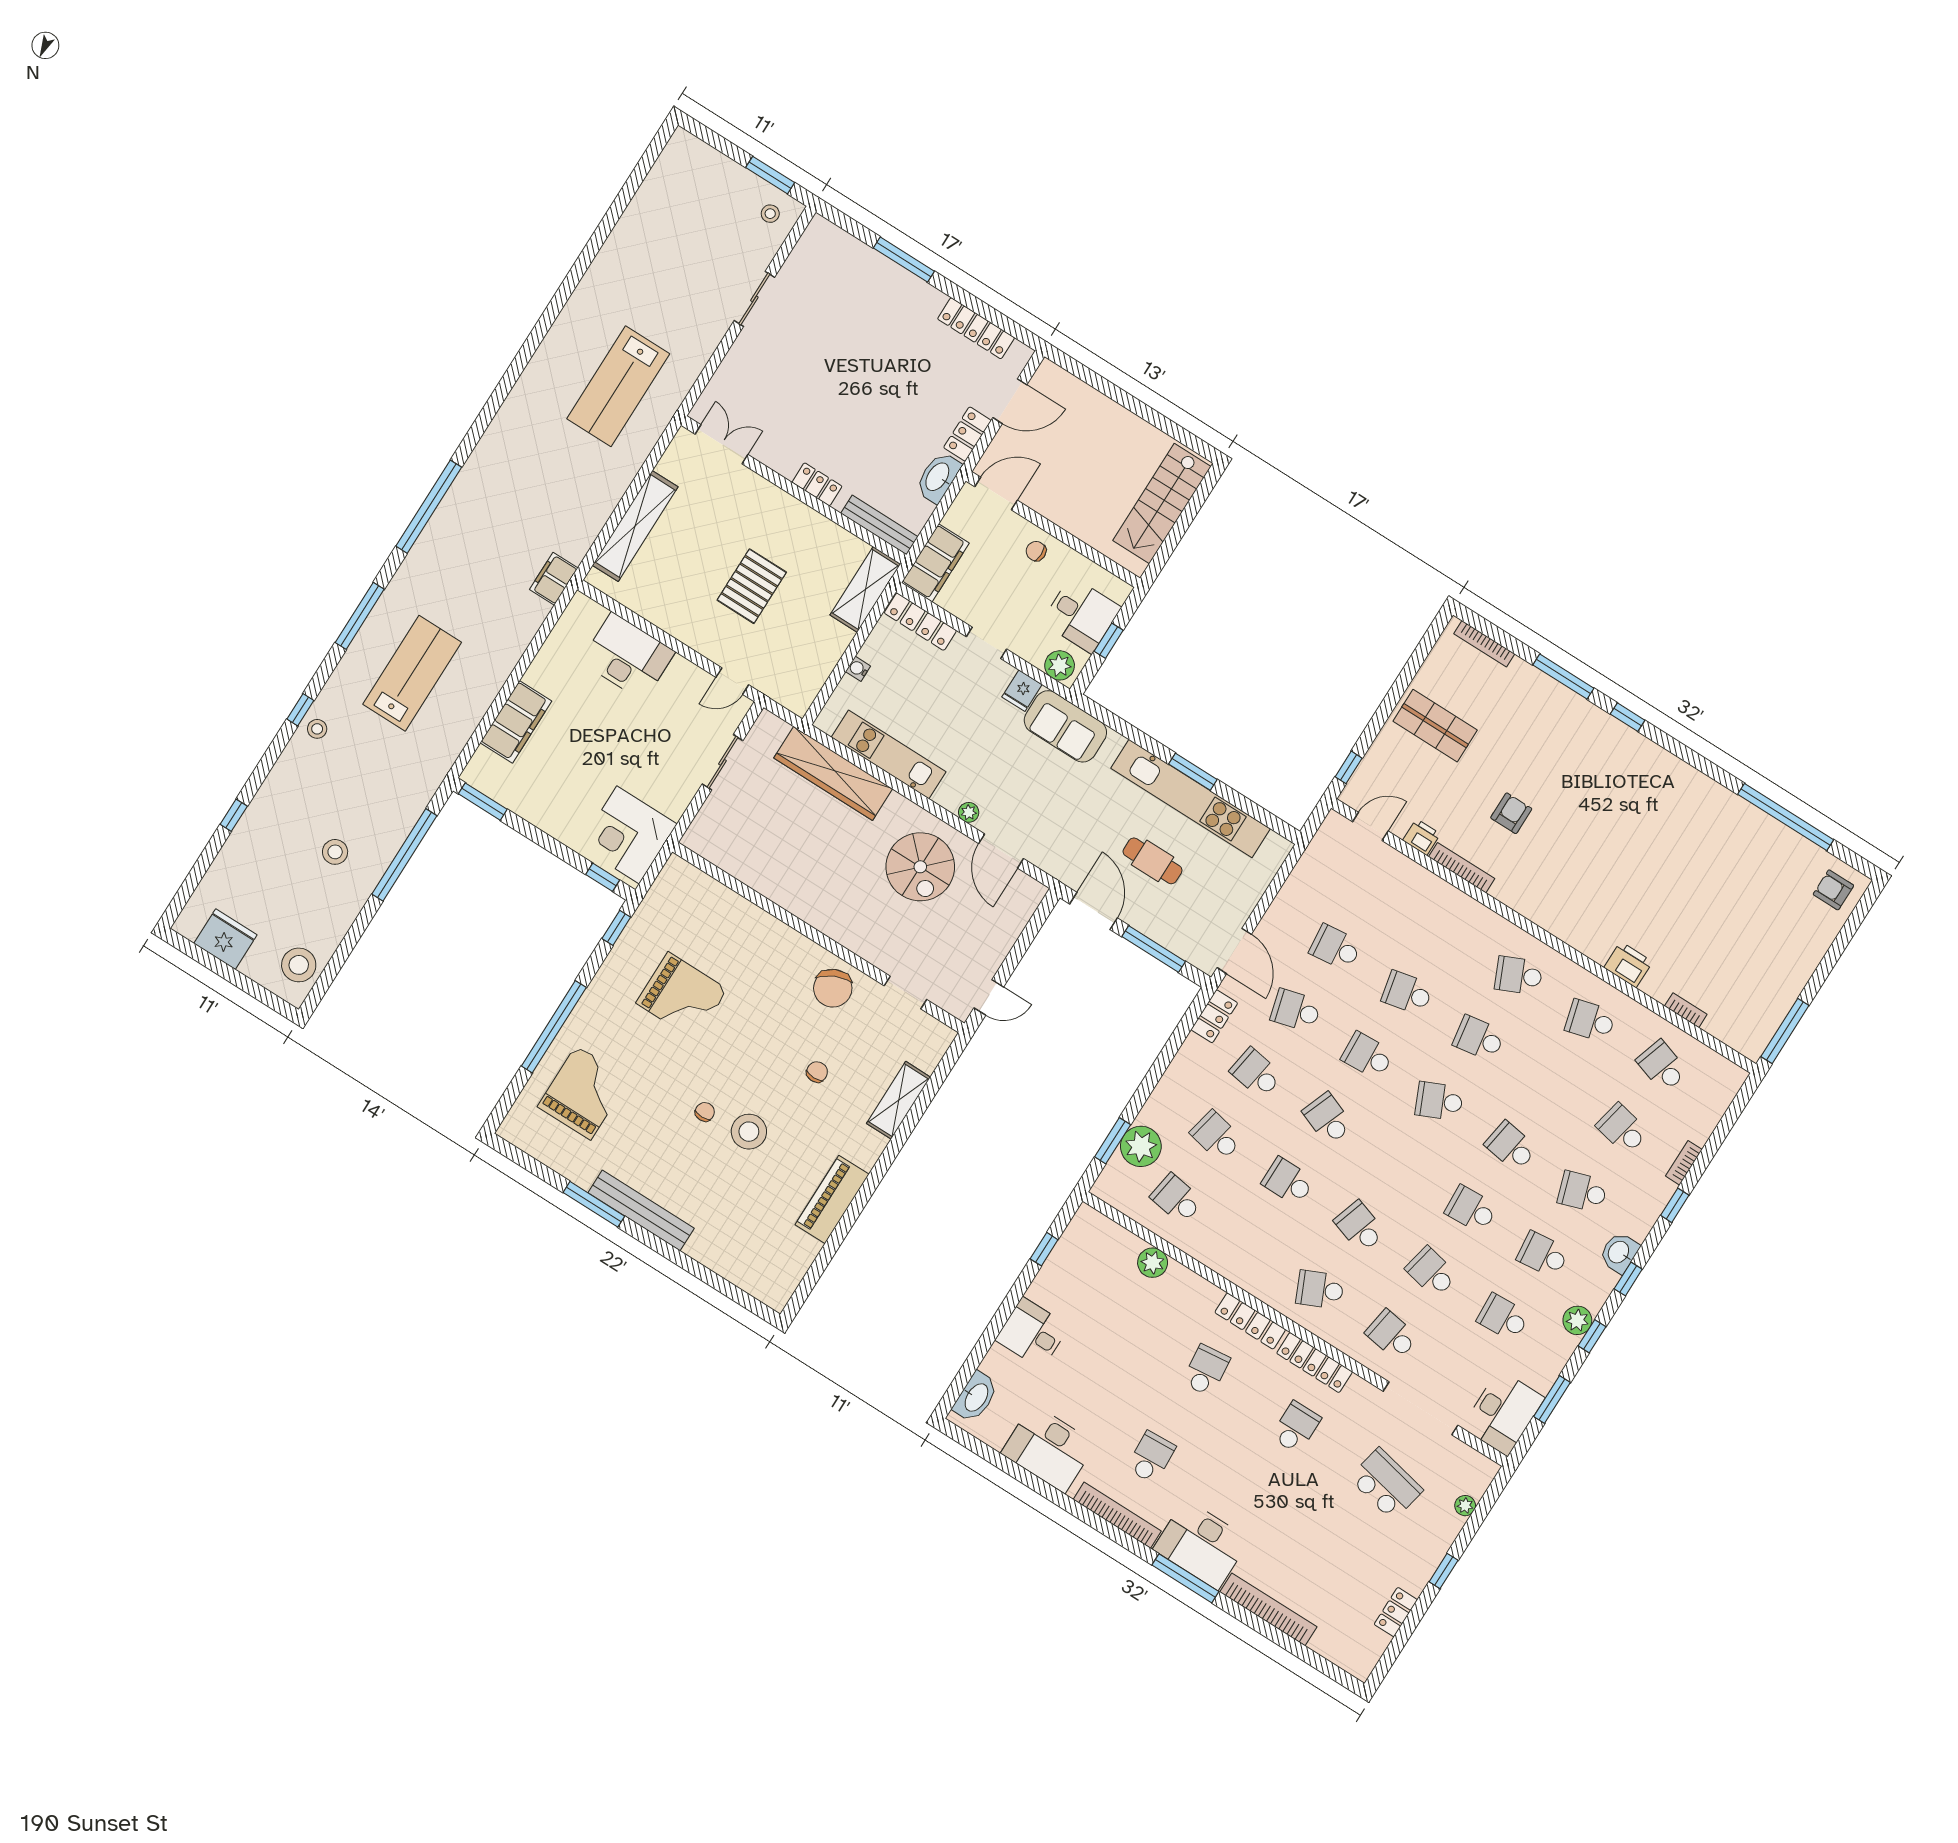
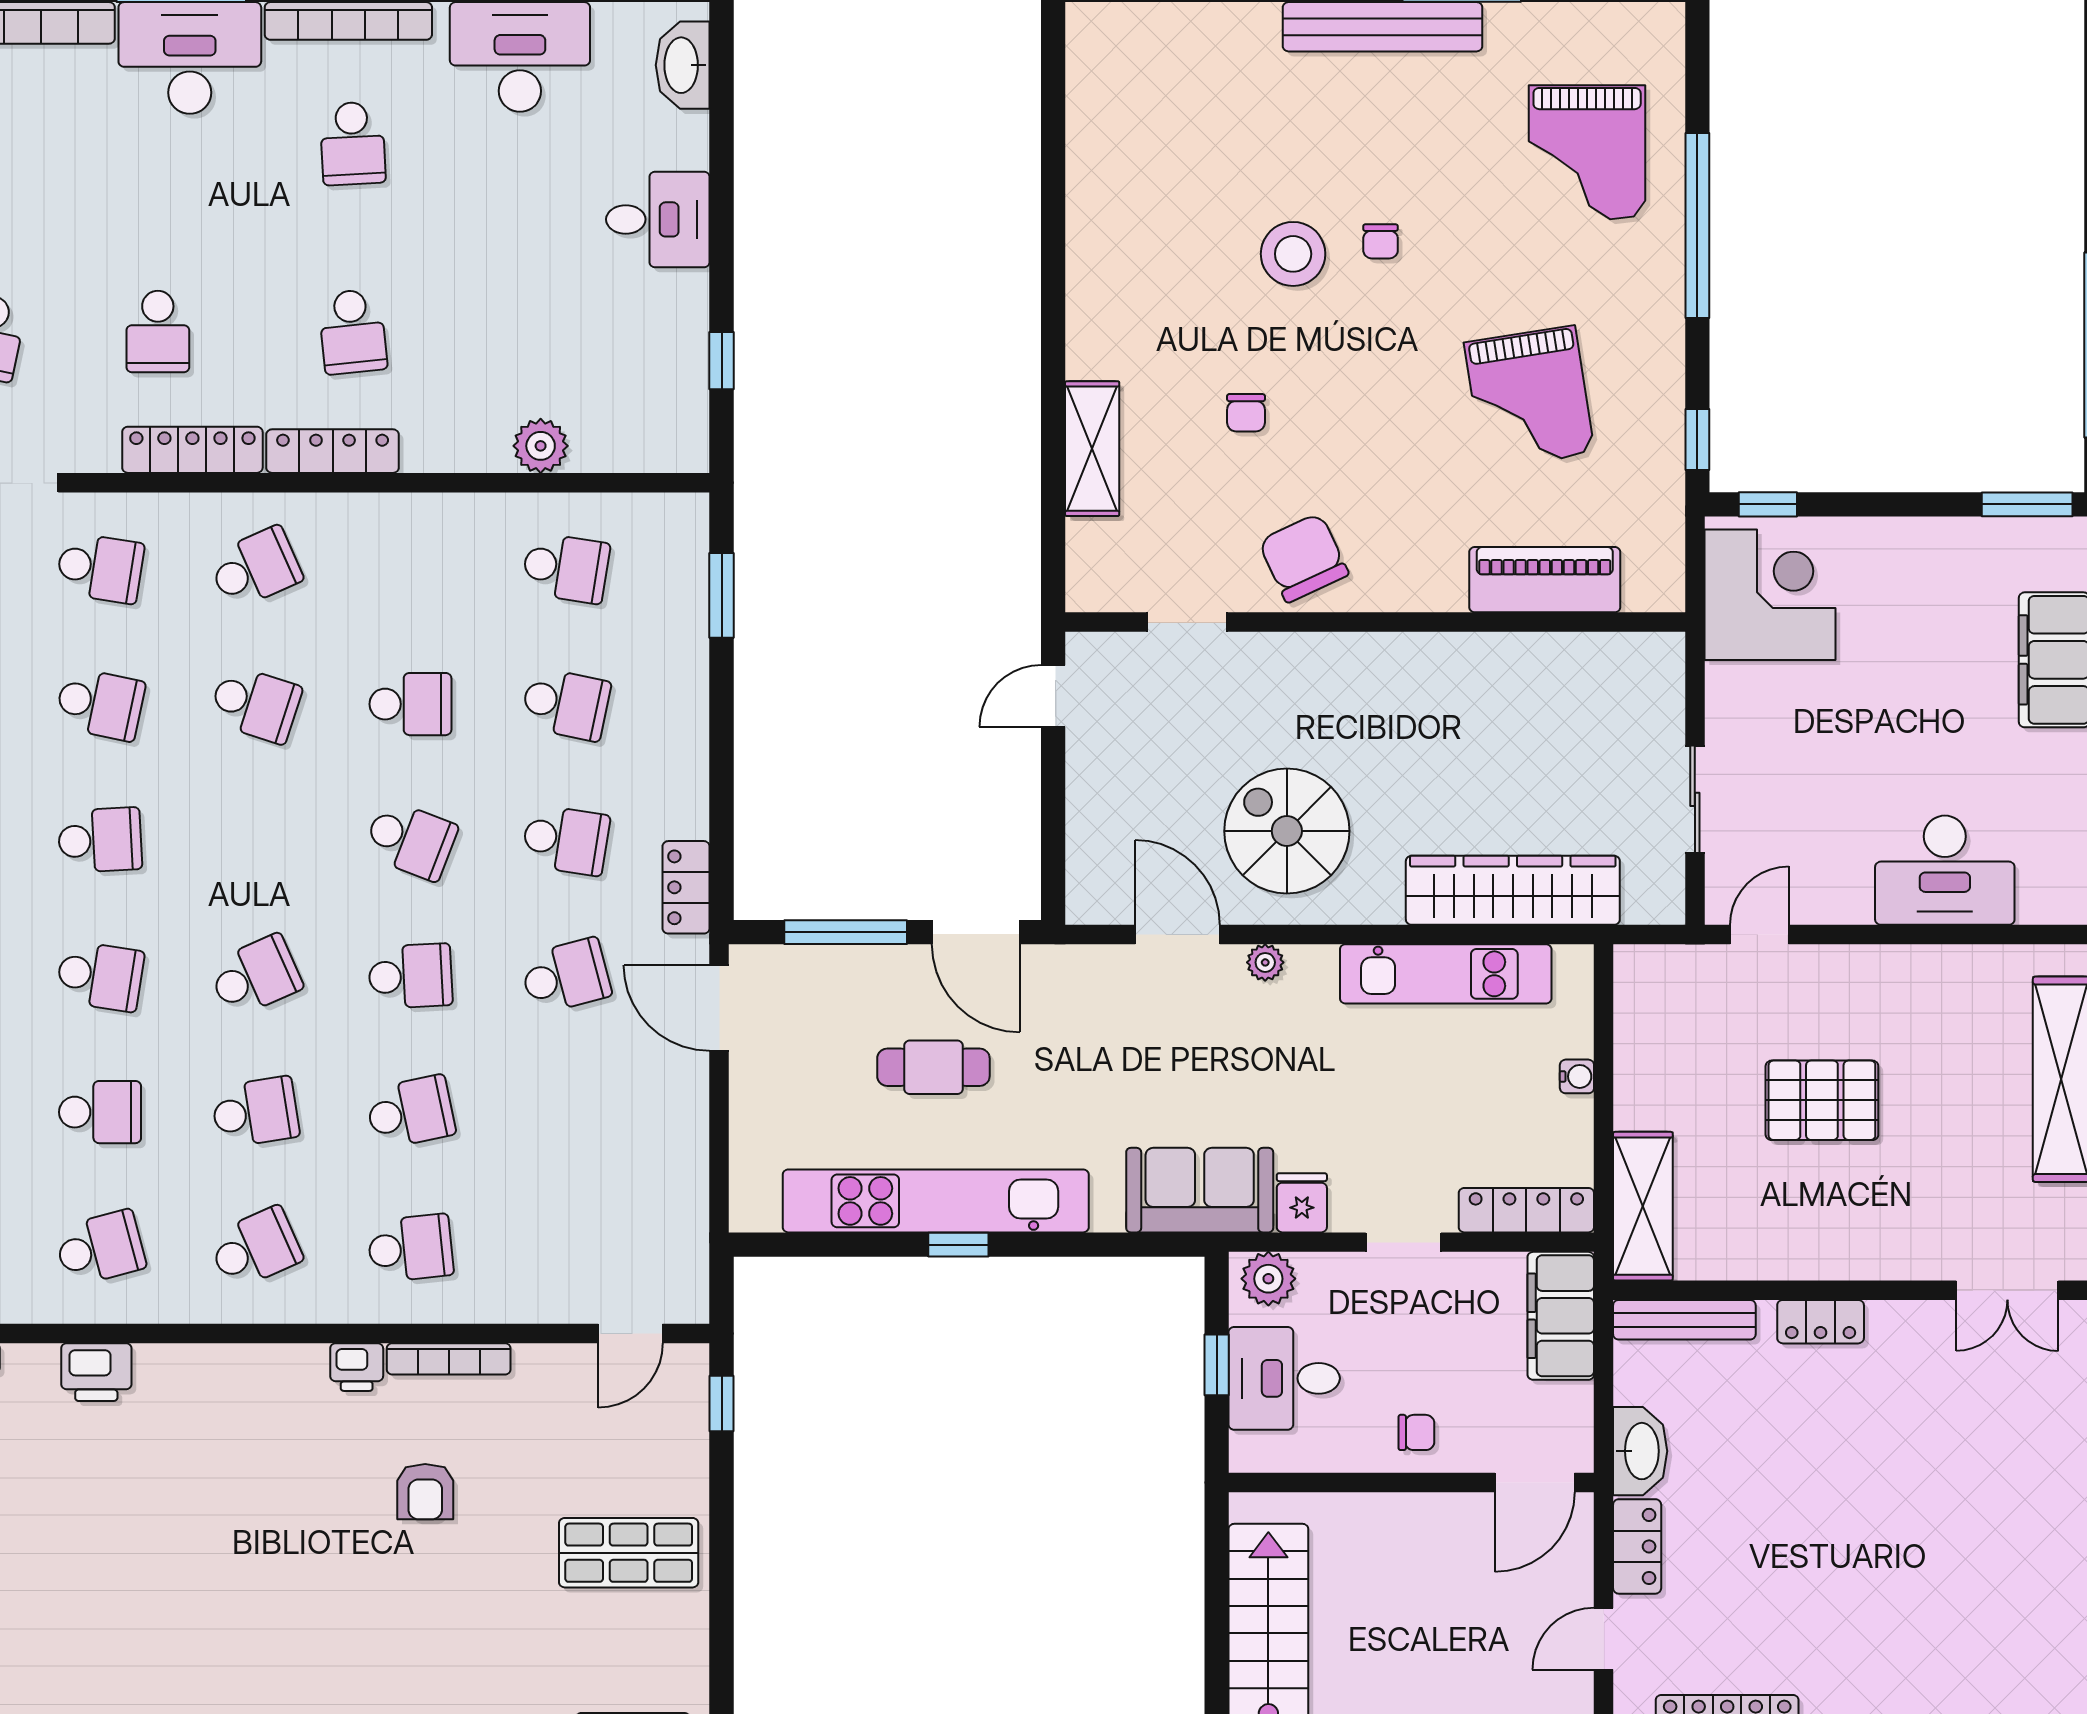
door: (1010, 401) -> (1604, 1639), width x0.73
pallet: (752, 586) -> (1822, 1100), turned 90
window: (1193, 772) -> (958, 1245), width x0.67
printer: (1422, 837) -> (357, 1367), moved
school desk: (1336, 948) -> (410, 1248), moved
grand piano: (682, 996) -> (1529, 398), turned -99
school desk: (1551, 1084) -> (100, 1112), added
plant: (1141, 1146) -> (672, 614), removed
piano: (832, 1199) -> (1545, 580), moved, turned -90

